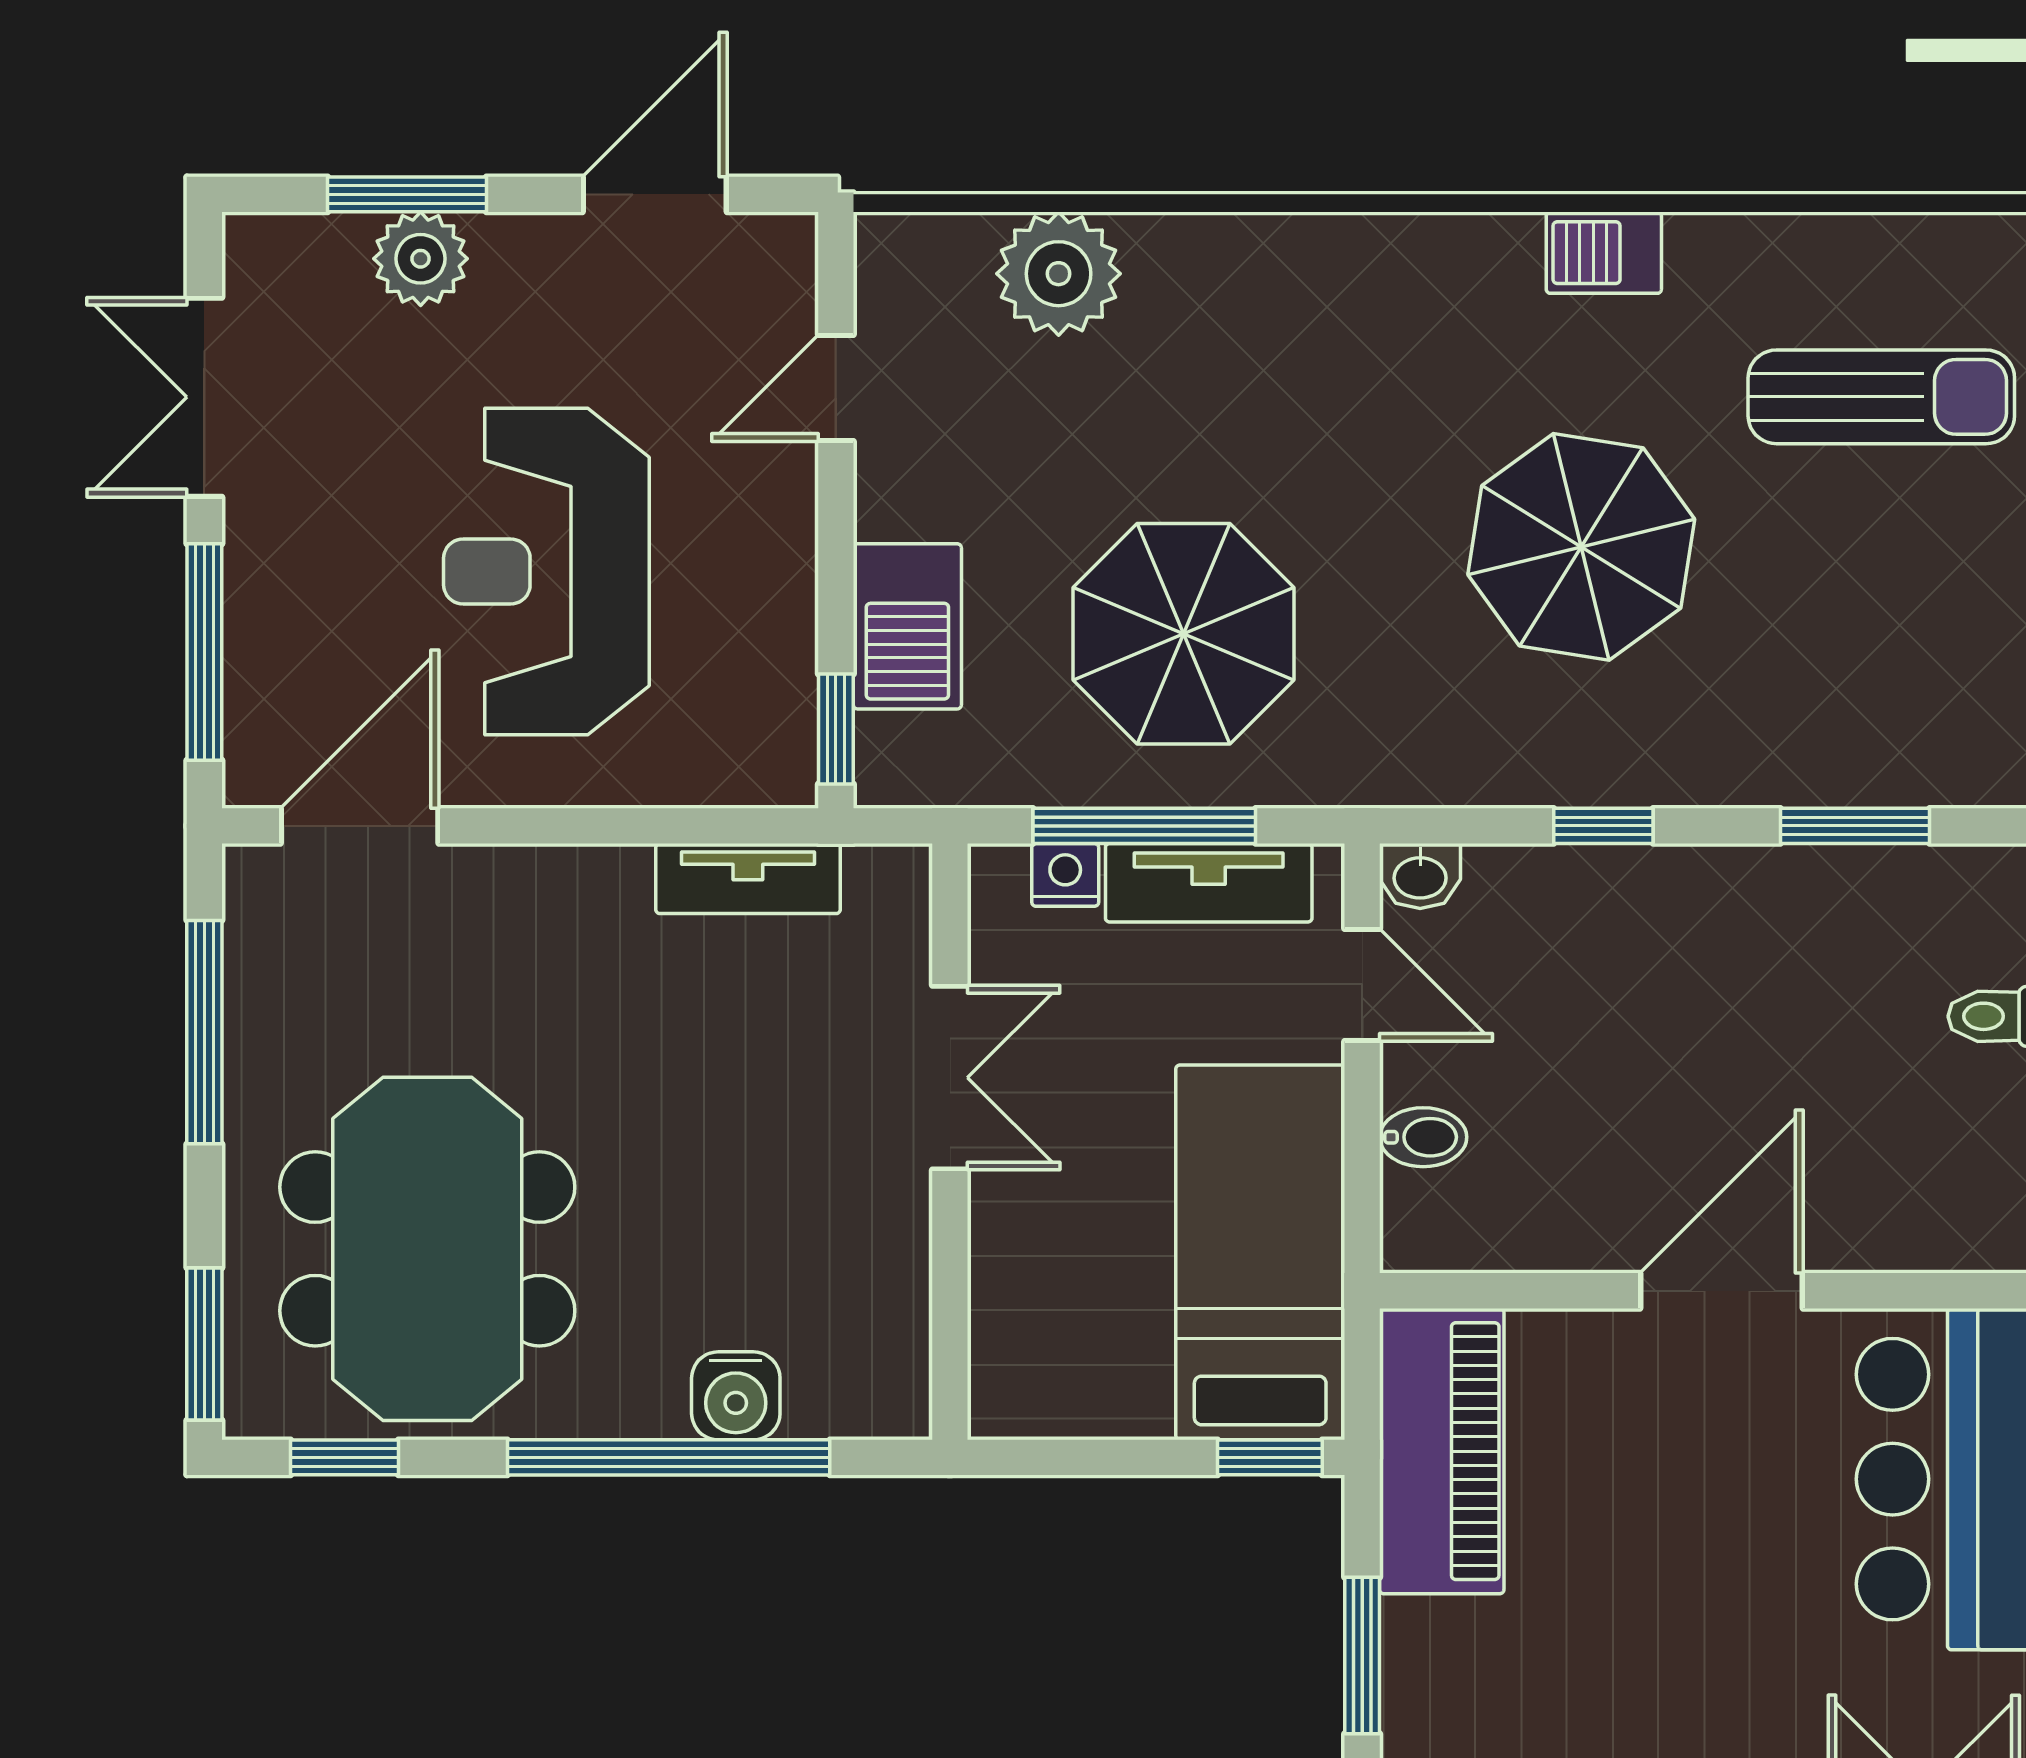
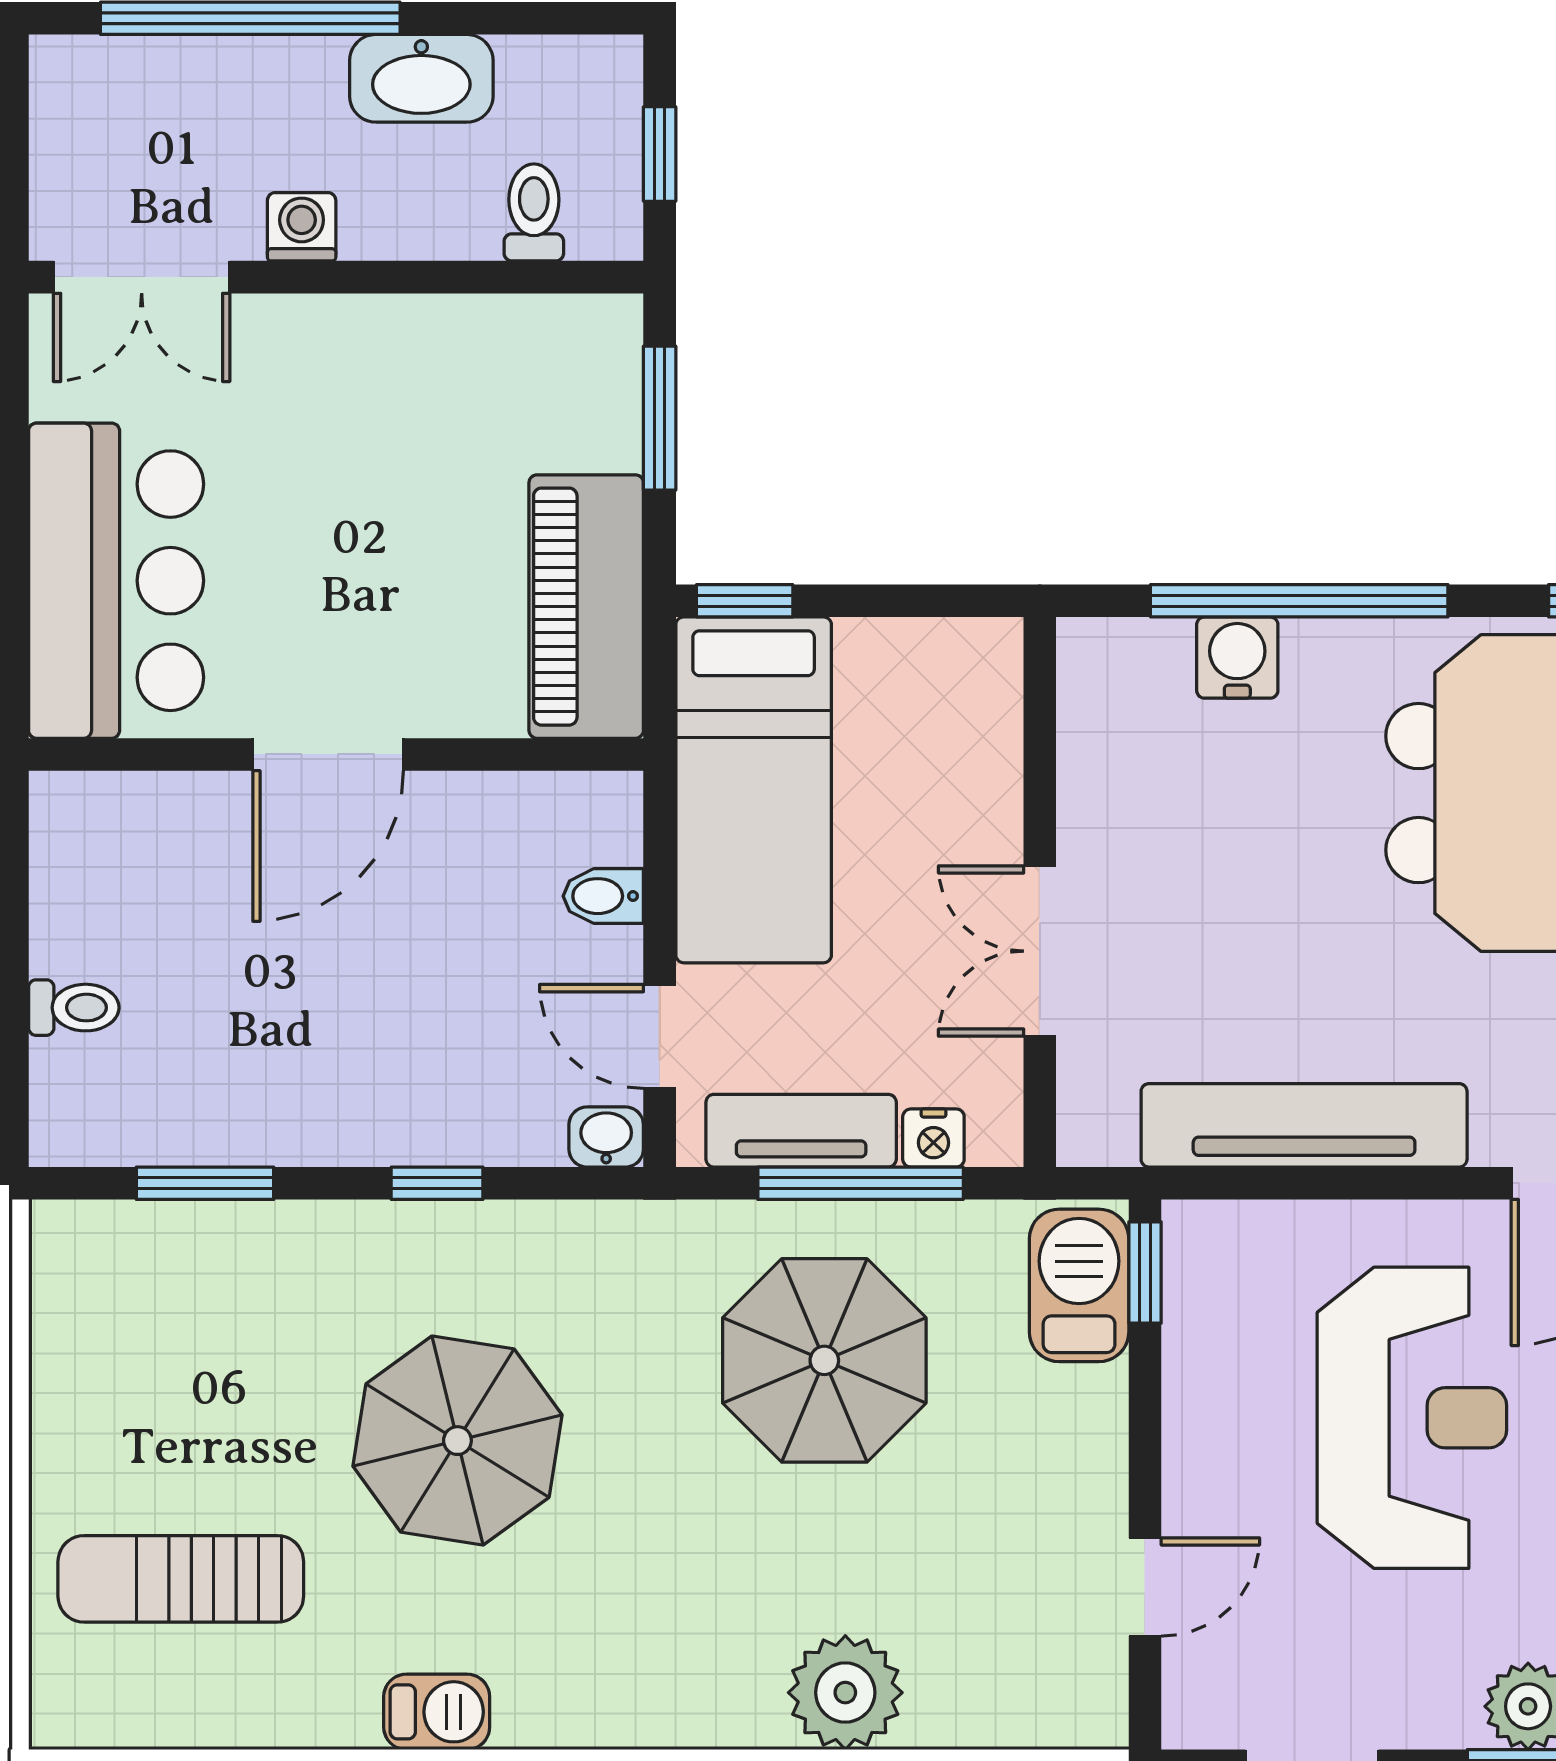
plant: (1059, 274) -> (845, 1693), moved
barbecue: (907, 626) -> (1079, 1285), moved
tv unit: (748, 879) -> (1304, 1125), width x1.92, depth x1.29

